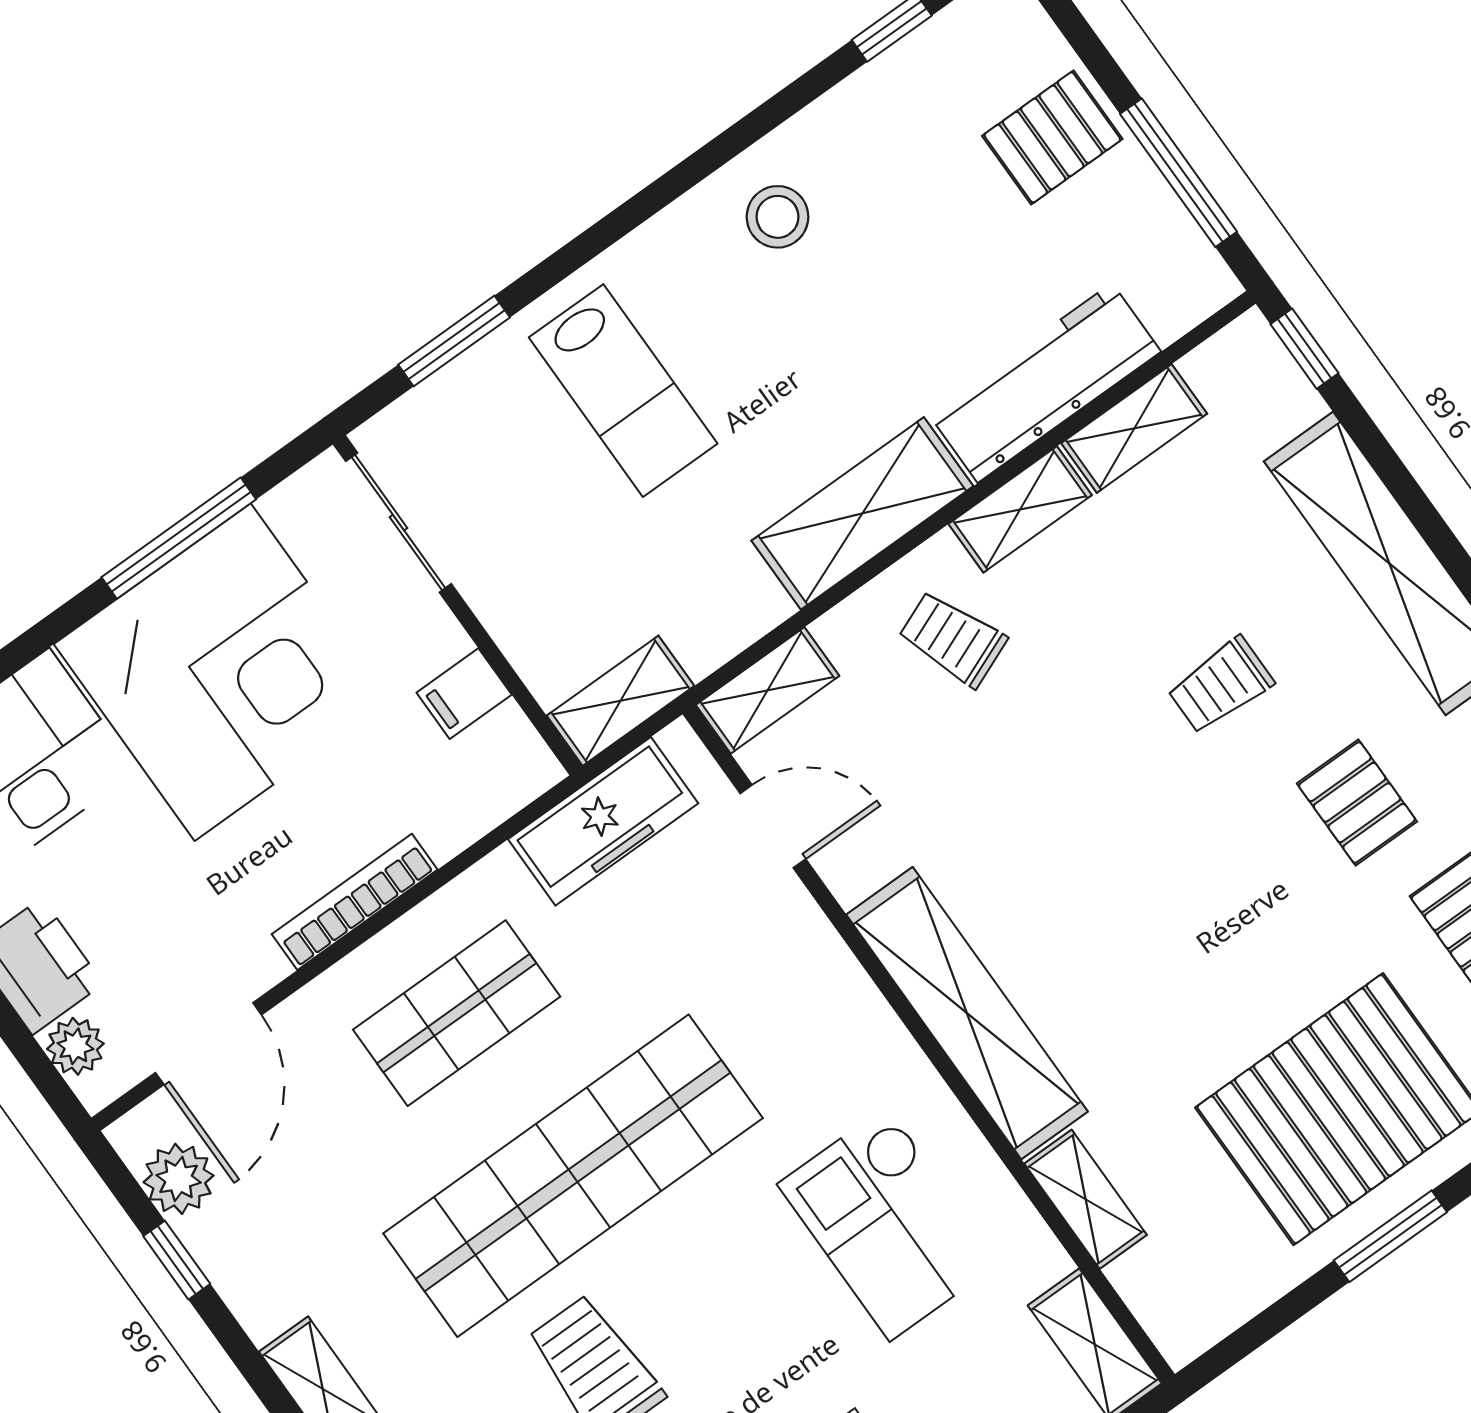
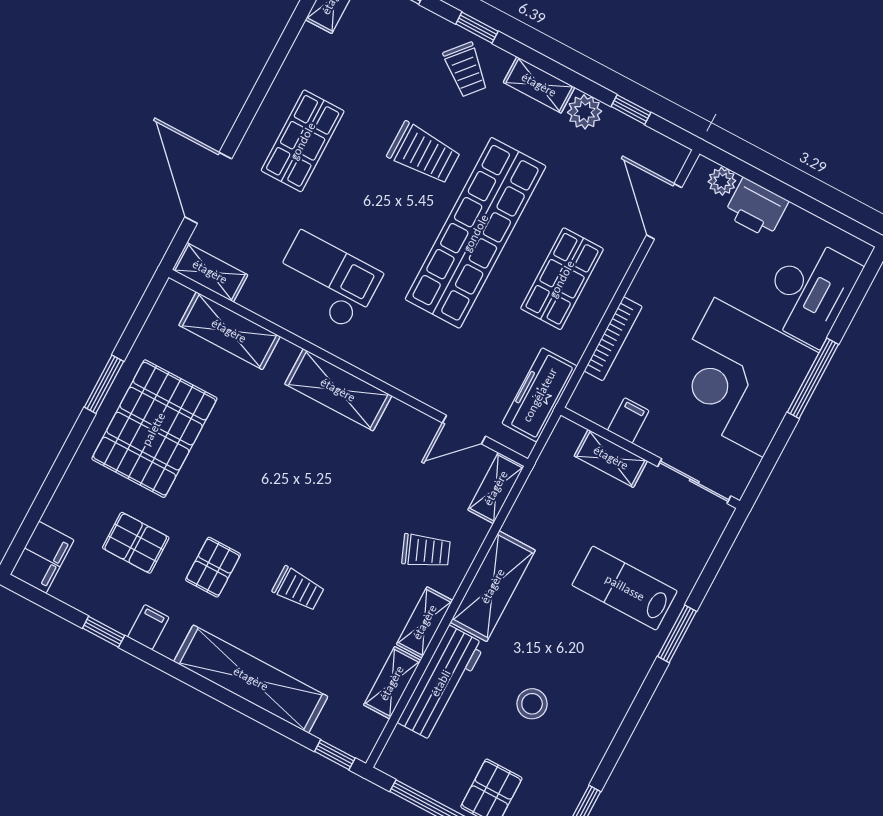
stool: (777, 217) -> (532, 704), moved
window: (454, 341) -> (677, 634), moved
window: (179, 538) -> (813, 378), moved
trolley: (1221, 685) -> (298, 589), turned 90
shelving: (621, 701) -> (611, 458), moved, turned 90
pallet: (1357, 803) -> (213, 567), turned 90
bookcase: (355, 902) -> (613, 339), moved
shelving: (967, 1013) -> (338, 390), width x0.68
plant: (179, 1179) -> (585, 112), moved
shelving: (1086, 1199) -> (229, 331), width x1.50, depth x1.33

